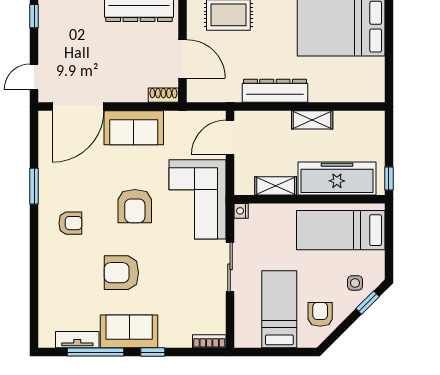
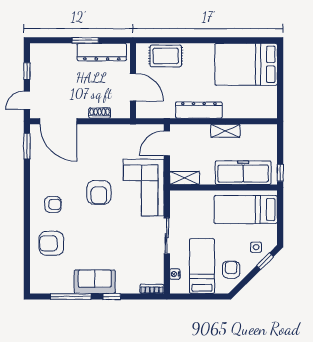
window: (34, 16) -> (27, 71), moved
shoe rack: (163, 95) -> (100, 113), moved
door: (78, 106) -> (58, 121), hinge flipped
sofa: (134, 128) -> (98, 136), removed
window: (34, 186) -> (27, 146), moved
shelving: (276, 186) -> (185, 178), moved
nightstand: (241, 211) -> (175, 274), moved
armchair: (121, 273) -> (51, 243), moved
tv unit: (77, 340) -> (58, 288), removed

